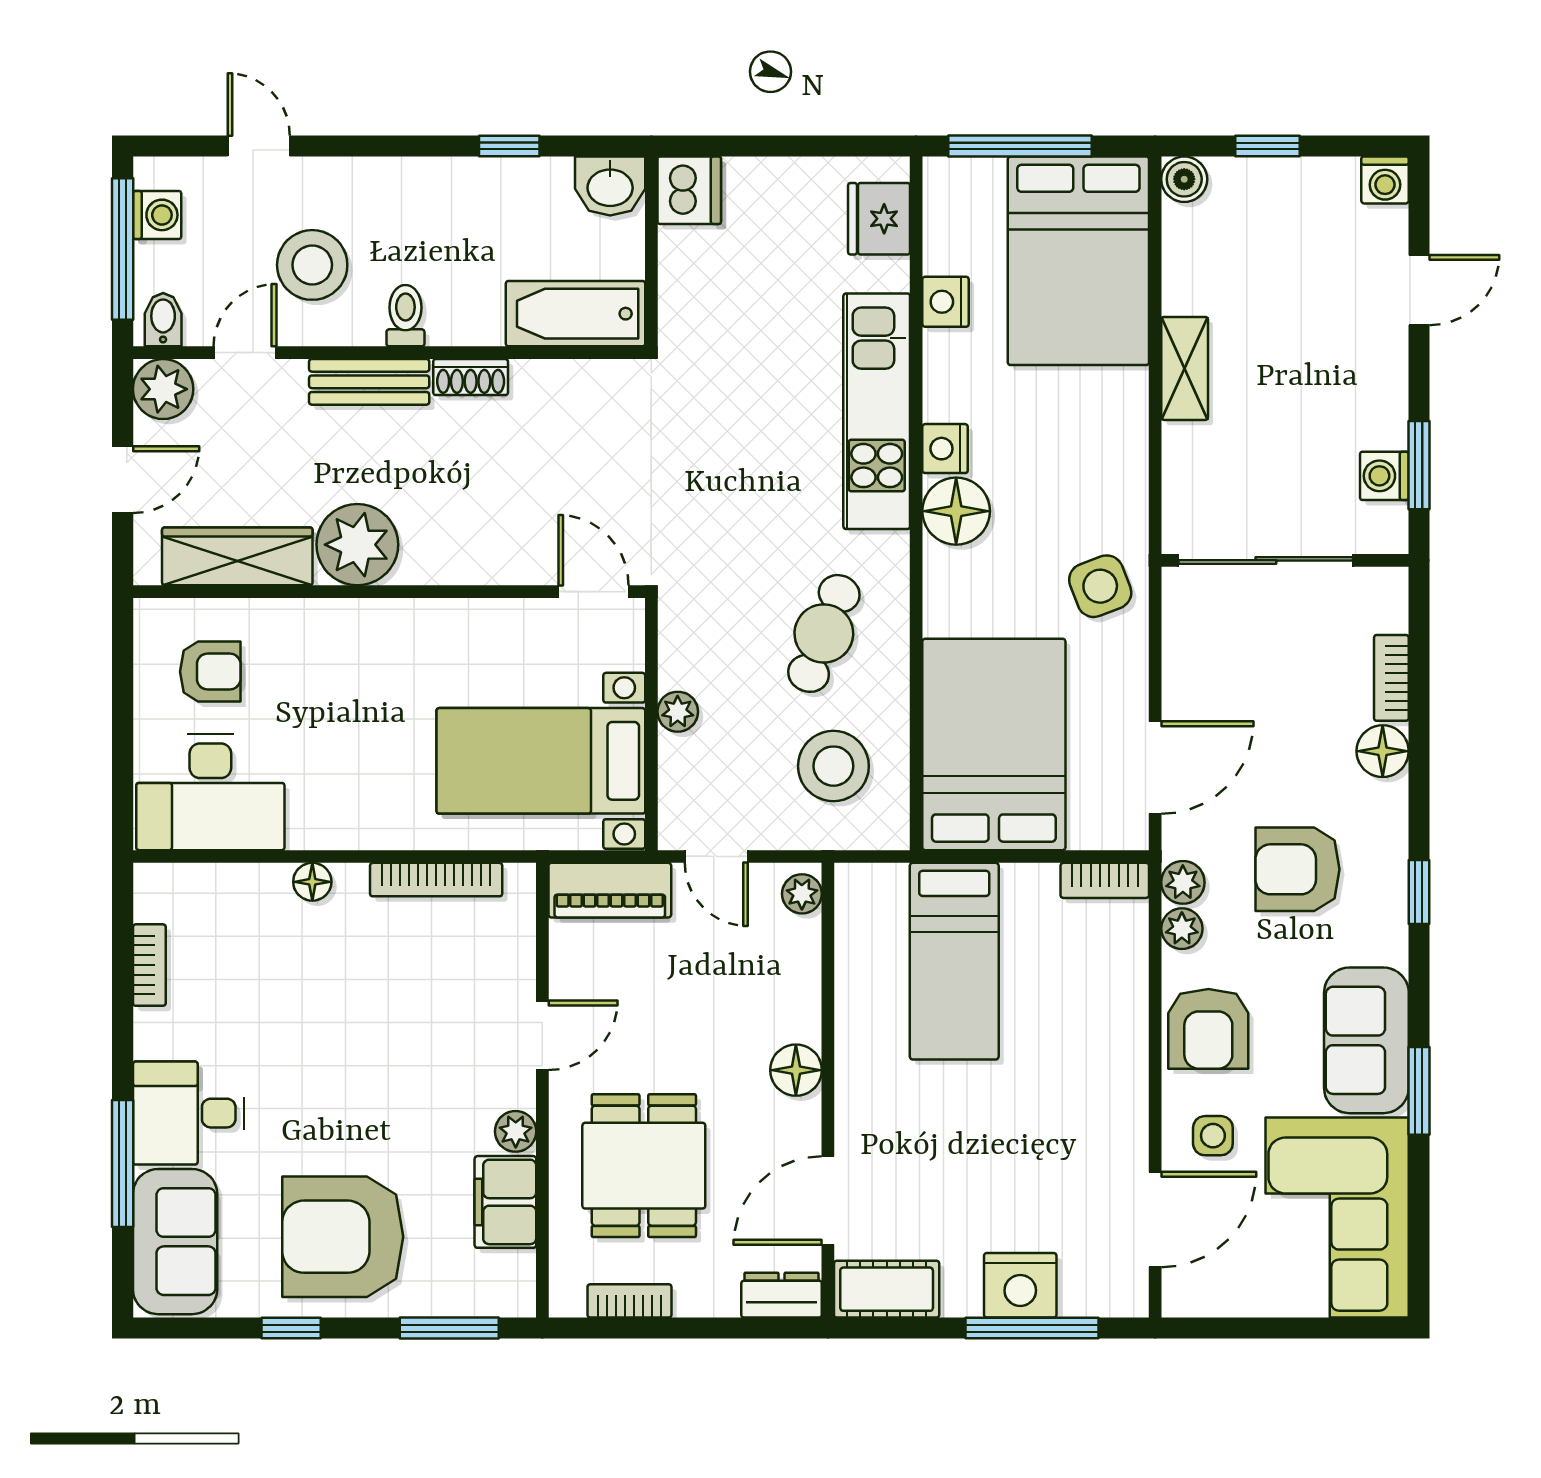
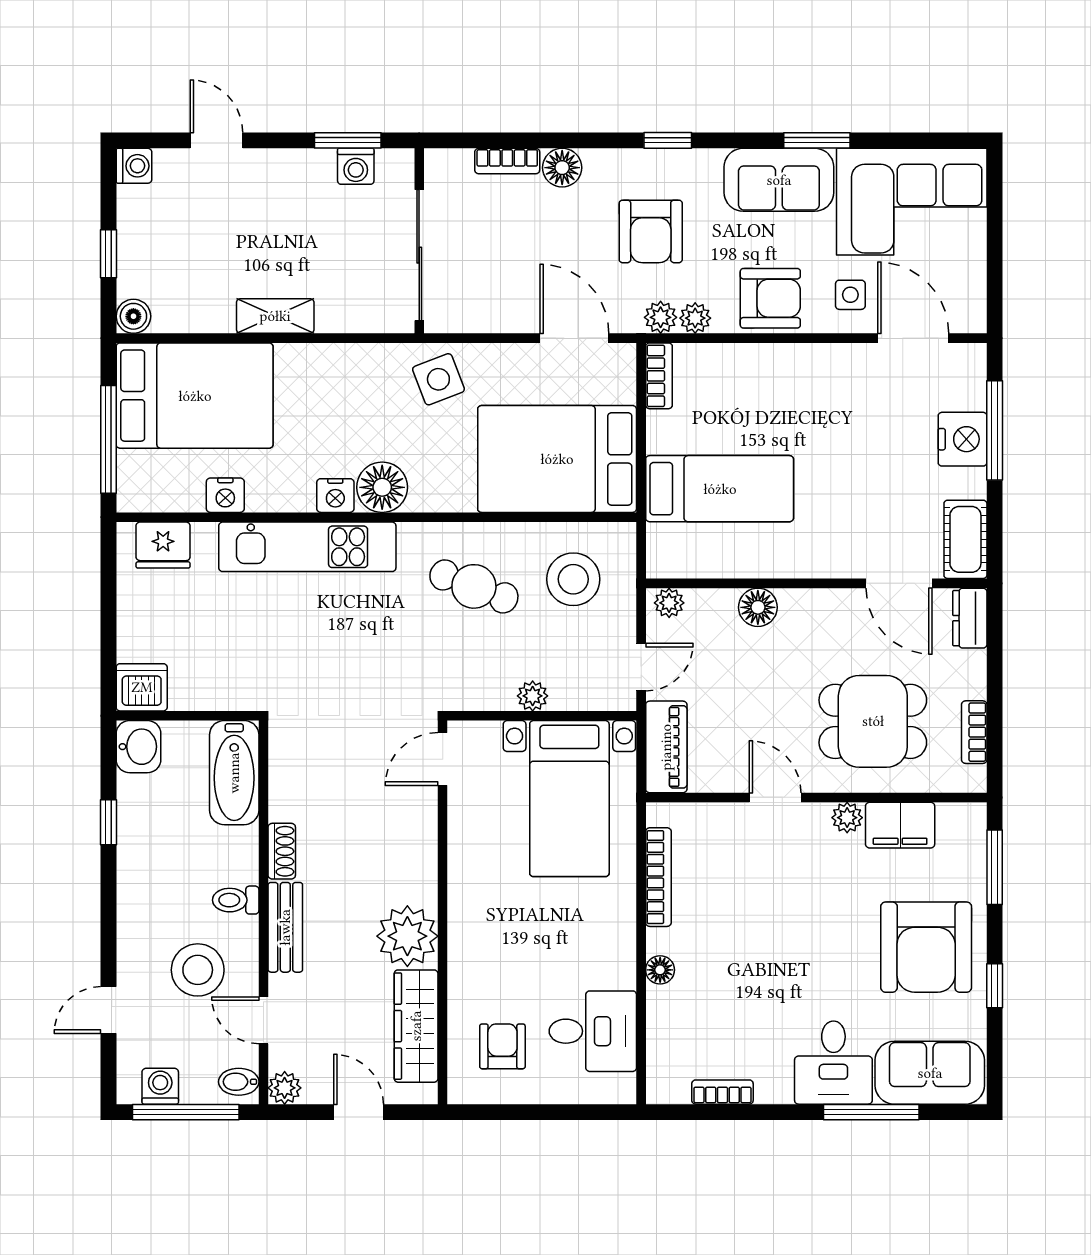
plant: (163, 389) -> (285, 1088), width x0.73, depth x0.73
desk: (210, 792) -> (593, 1031), width x0.73
floor lamp: (796, 1070) -> (758, 607), moved

